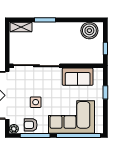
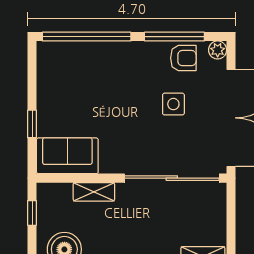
shelving: (75, 59) -> (94, 192), added
sofa: (78, 77) -> (67, 156), moved
corner sofa: (71, 117) -> (101, 74), removed

